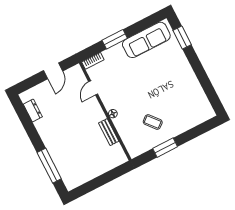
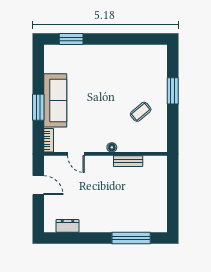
sofa: (146, 40) -> (55, 100), moved
window: (165, 148) -> (173, 91), moved

